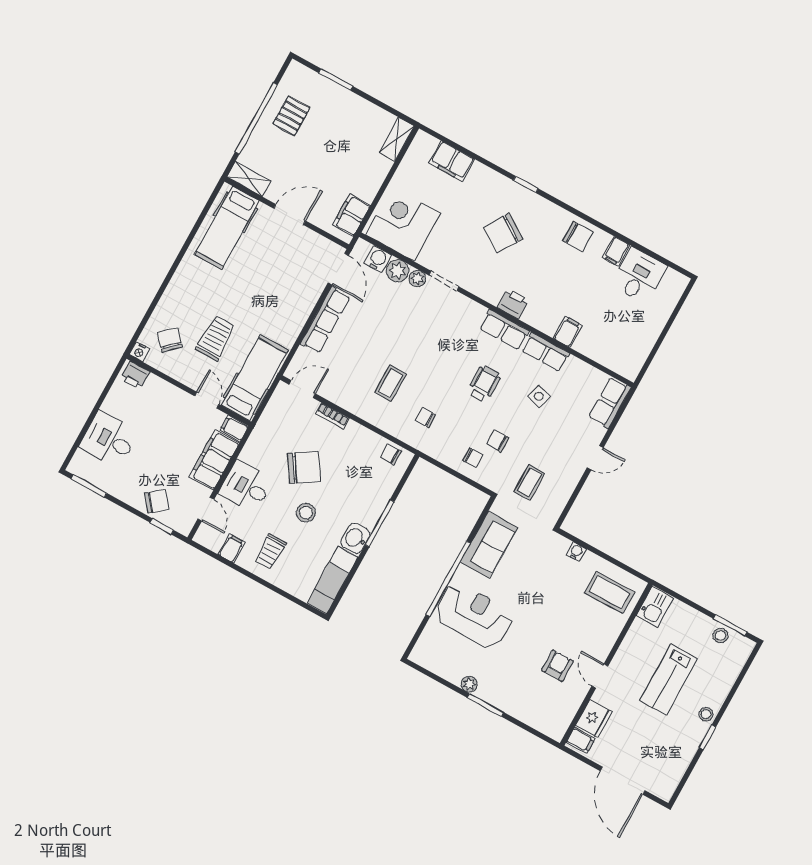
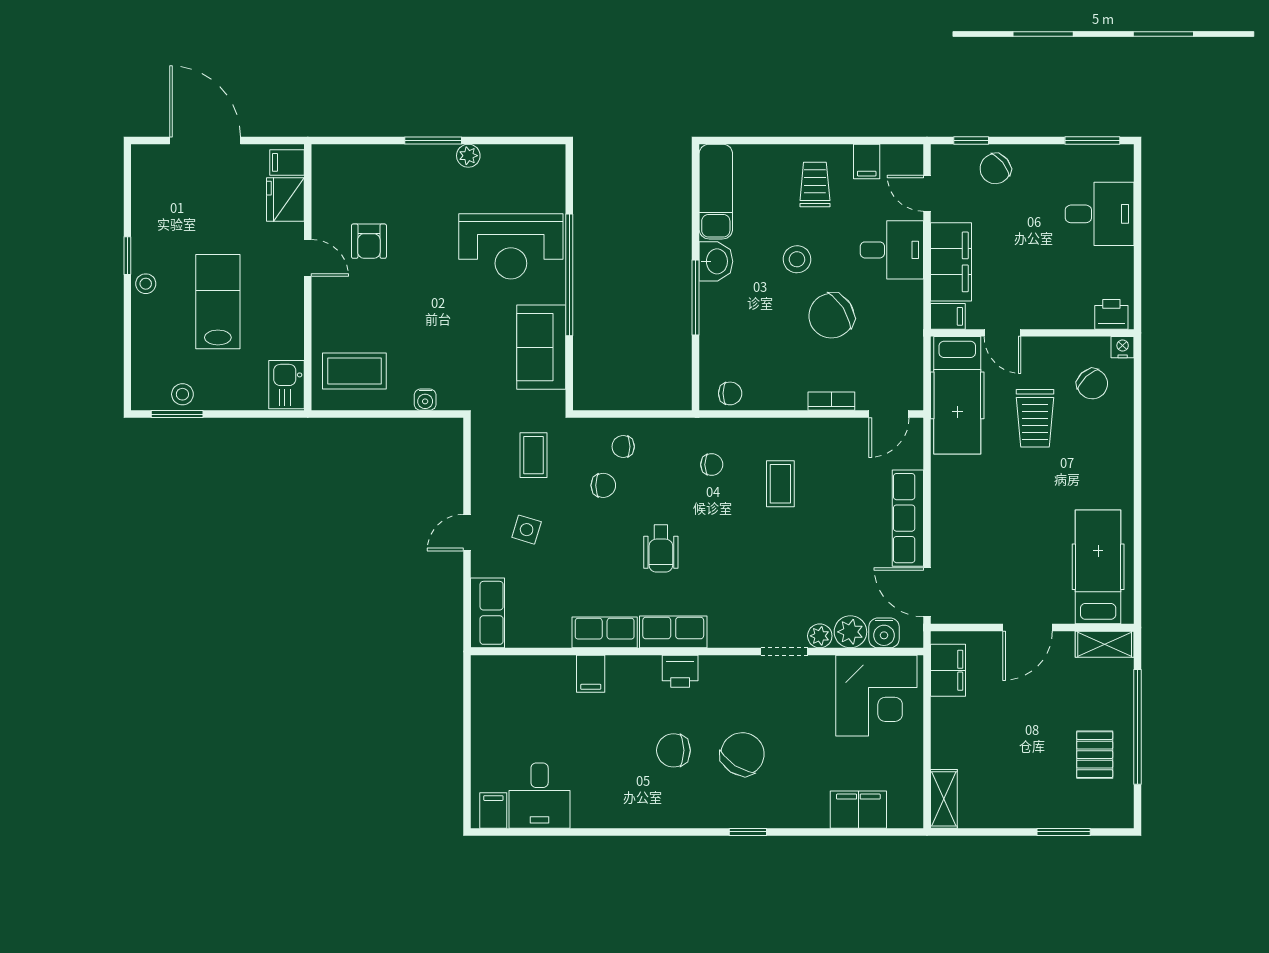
chair: (578, 236) -> (673, 750), moved
filing cabinet: (616, 251) -> (493, 811), moved
side table: (539, 396) -> (527, 530), moved

